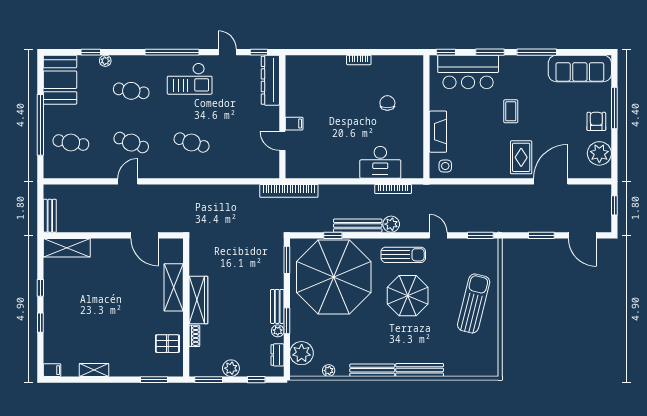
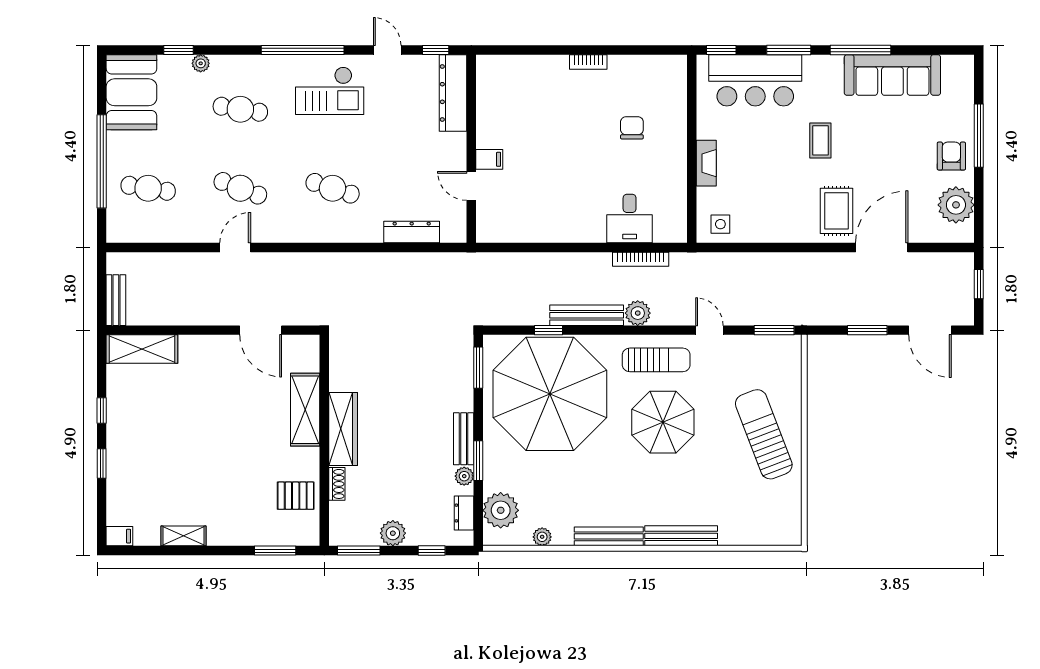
sofa: (580, 68) -> (892, 75), moved
fireplace: (438, 132) -> (706, 163), width x0.73, depth x0.76
desk: (380, 162) -> (630, 218), width x0.73
dresser: (243, 171) -> (412, 232), added
bookcase: (289, 191) -> (481, 262), removed
sun lounger: (474, 303) -> (764, 434), turned -35

